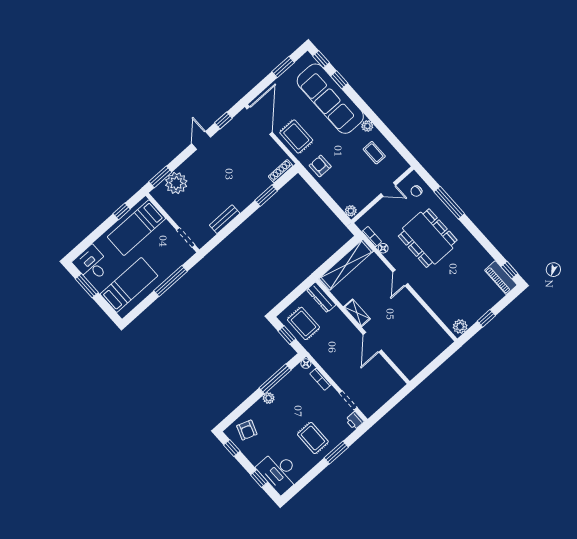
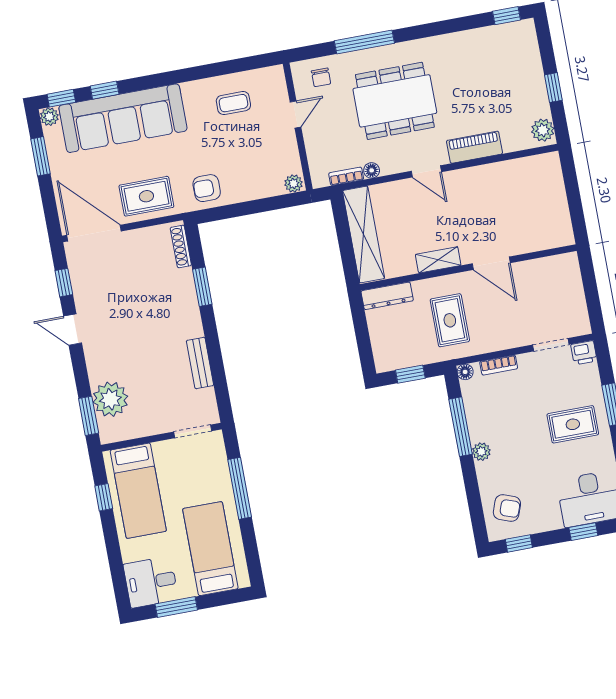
plant: (367, 126) -> (49, 117), moved
piano: (501, 278) -> (474, 147), moved, turned 180
rug: (303, 323) -> (450, 320), moved, turned 90

